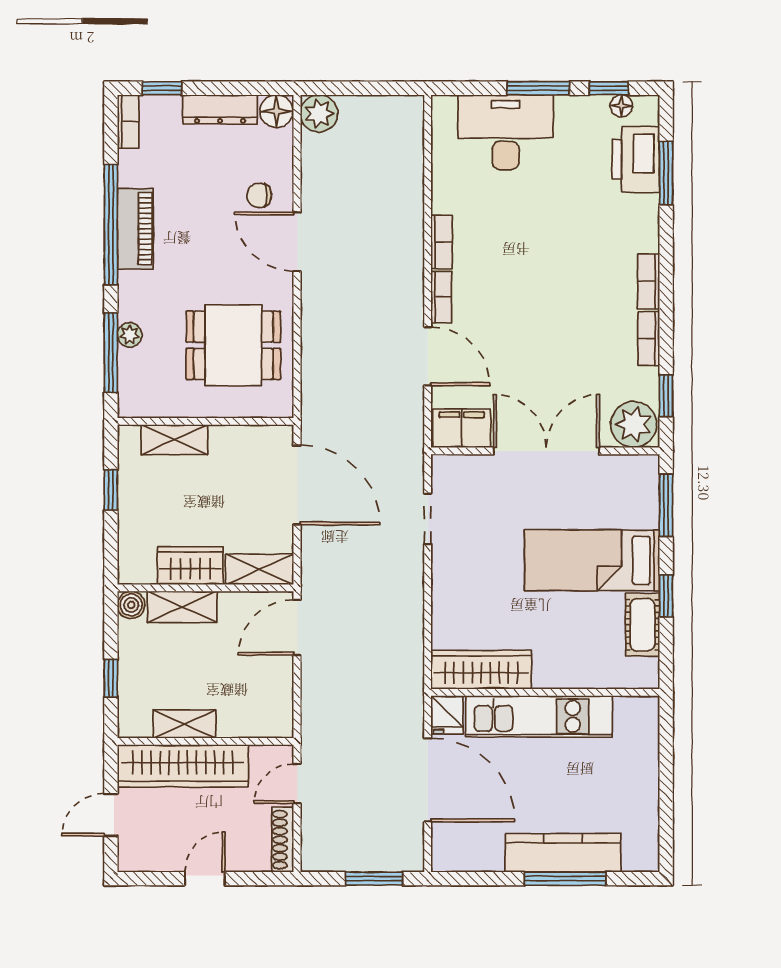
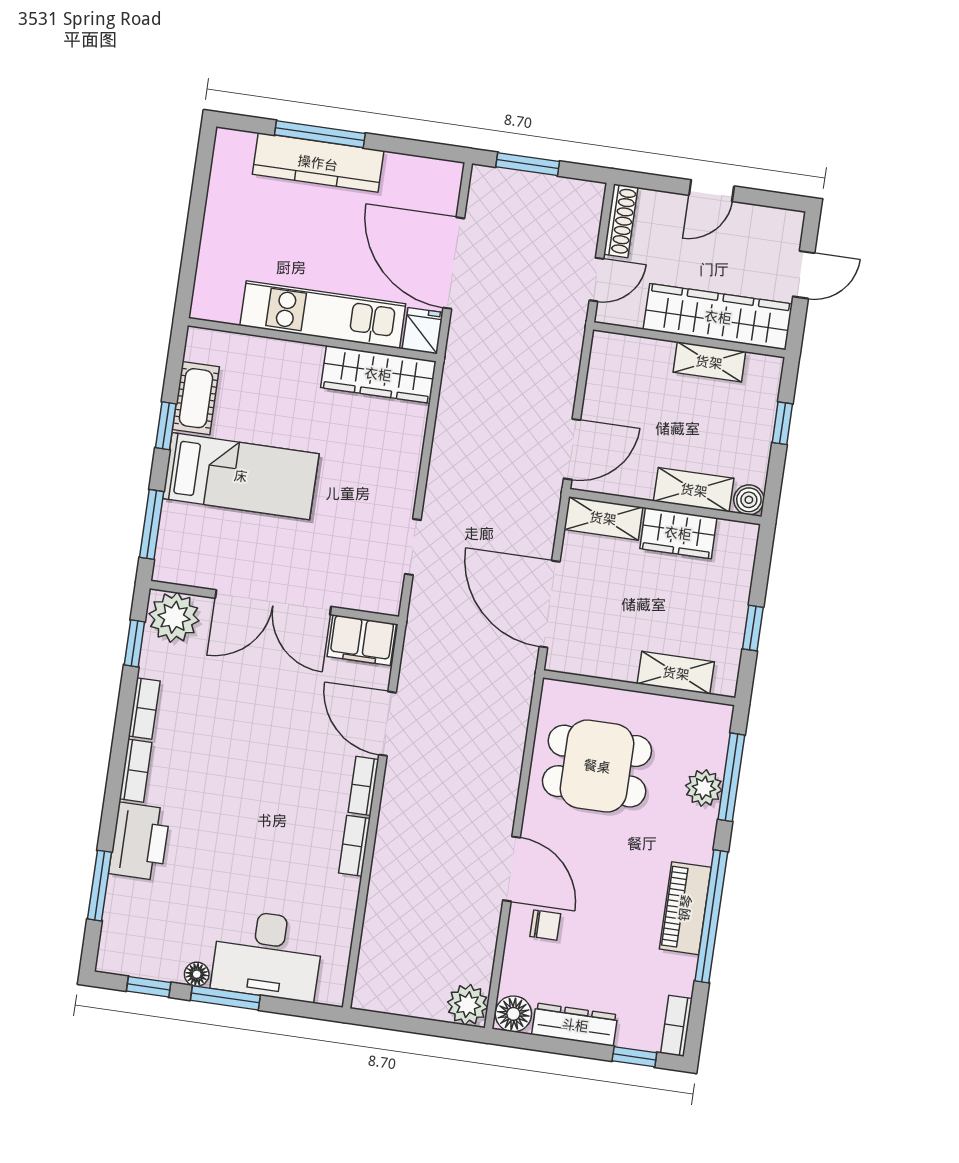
floor lamp: (621, 106) -> (197, 974), moved
printer: (636, 159) -> (139, 841), moved
plant: (130, 335) -> (704, 788), width x1.38, depth x1.38

